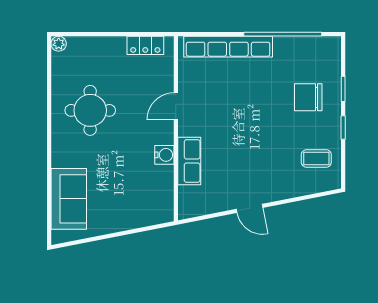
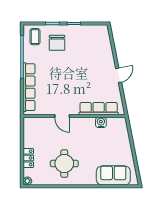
locker: (145, 45) -> (28, 158), moved
water cooler: (164, 155) -> (101, 122), moved
coffee table: (316, 158) -> (35, 37), moved
row of seats: (189, 161) -> (99, 109), width x1.48

